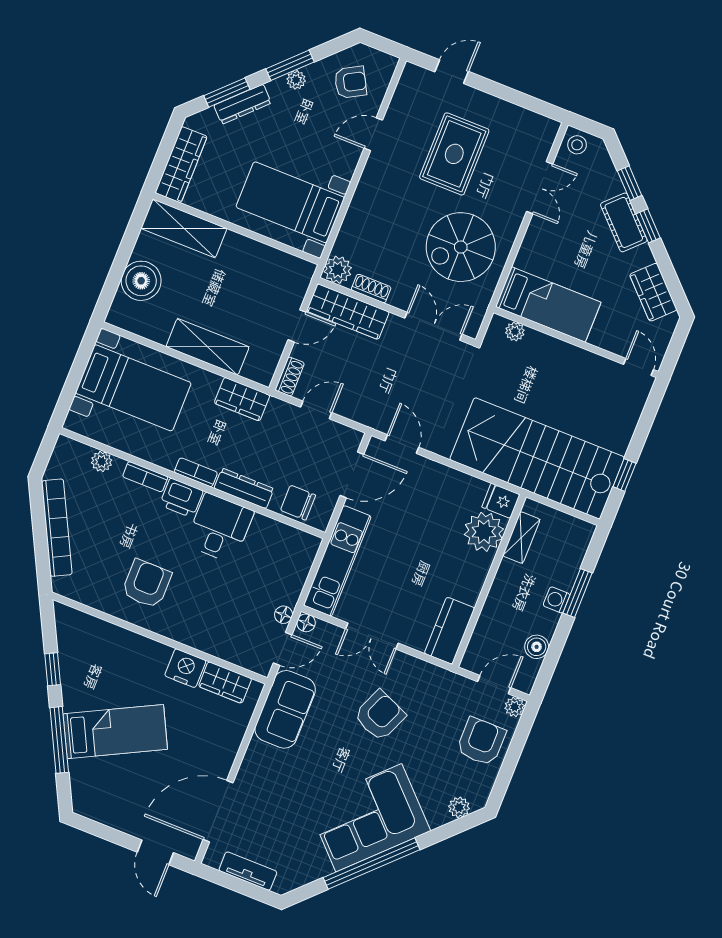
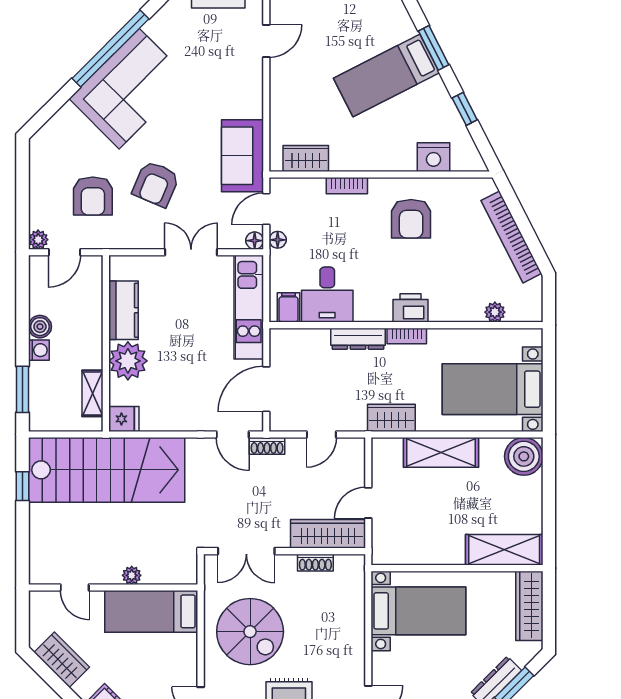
spiral stairs: (461, 247) -> (250, 632), turned 90
plant: (338, 270) -> (352, 567), removed
boiler: (141, 281) -> (524, 456), moved
plant: (515, 331) -> (132, 575), moved
door: (638, 367) -> (75, 588), moved
shoe rack: (290, 377) -> (267, 446), moved, turned -90
bookcase: (145, 477) -> (347, 186), moved, turned 180
chair: (298, 503) -> (305, 345), removed
desk: (220, 528) -> (327, 295), moved
plant: (484, 532) -> (128, 361), moved
filing cabinet: (299, 545) -> (288, 307), added
window: (577, 593) -> (23, 389), moved
kitchen counter: (450, 631) -> (123, 310), moved
boiler: (537, 647) -> (40, 327), moved
nightstand: (185, 668) -> (433, 157), moved
window: (59, 740) -> (434, 48), width x0.69
armchair: (481, 742) -> (93, 196), moved
plant: (459, 807) -> (52, 130), removed
door: (218, 811) -> (266, 41), width x0.53

